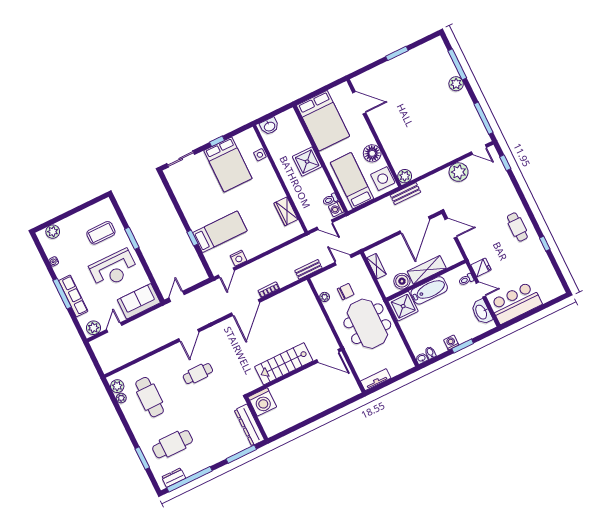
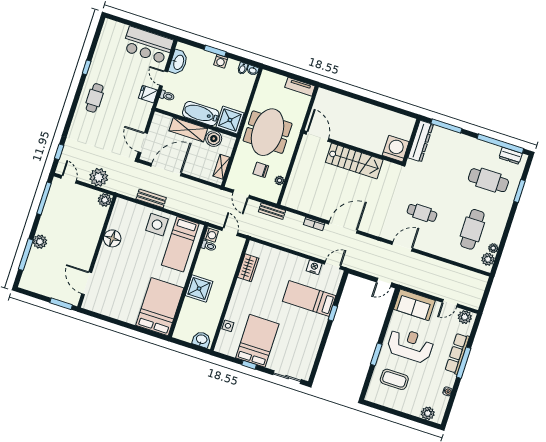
door: (359, 103) -> (87, 283), moved
wall: (374, 133) -> (97, 252), moved
floor lamp: (372, 153) -> (112, 238), moved
plant: (405, 176) -> (105, 200), moved

